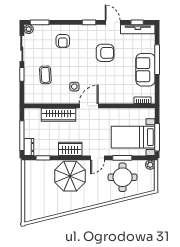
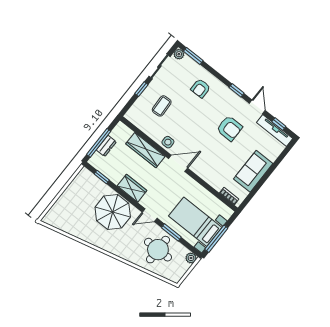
window: (157, 60) -> (270, 171), removed
side table: (74, 87) -> (168, 142), moved
dresser: (29, 147) -> (106, 146), moved

